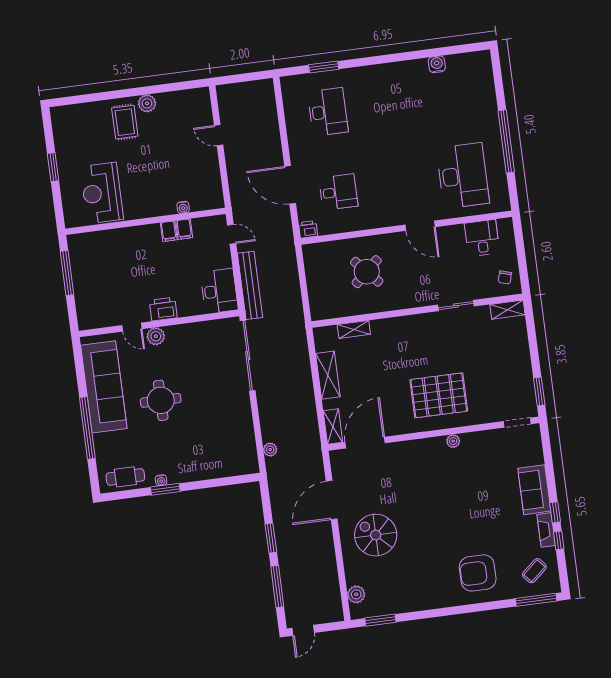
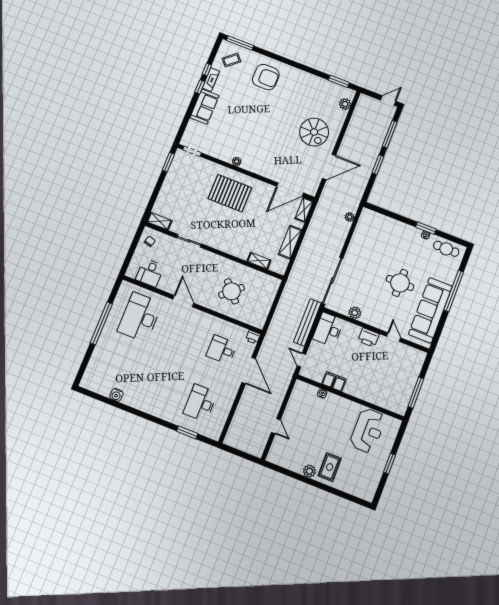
plant: (156, 336) -> (355, 313), moved

